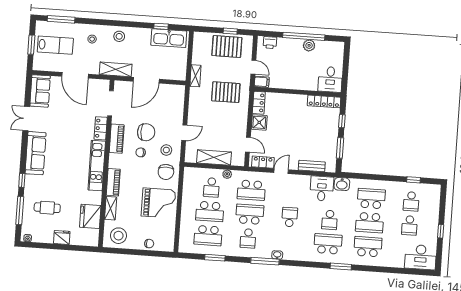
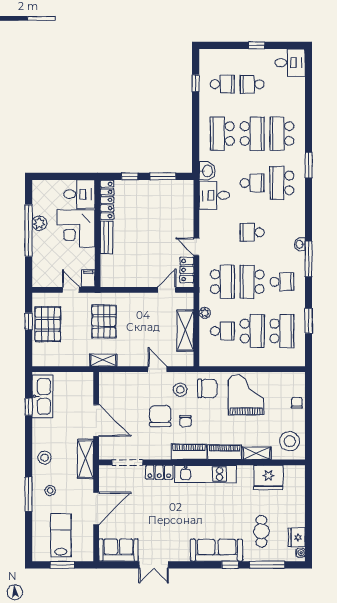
window: (61, 19) -> (29, 494), moved
printer: (270, 43) -> (39, 272), removed
door: (253, 67) -> (71, 290), hinge flipped
corner desk: (303, 75) -> (76, 229), added
shelving: (195, 76) -> (103, 360), moved
locker: (259, 103) -> (114, 280), removed
shower: (259, 122) -> (138, 278), removed
piano: (117, 139) -> (189, 452), moved
sofa: (36, 153) -> (217, 550), moved
bench: (312, 166) -> (107, 237), moved
school desk: (409, 225) -> (252, 84), turned 180
fridge: (62, 237) -> (297, 537), moved
desk: (421, 257) -> (290, 63), width x0.73

